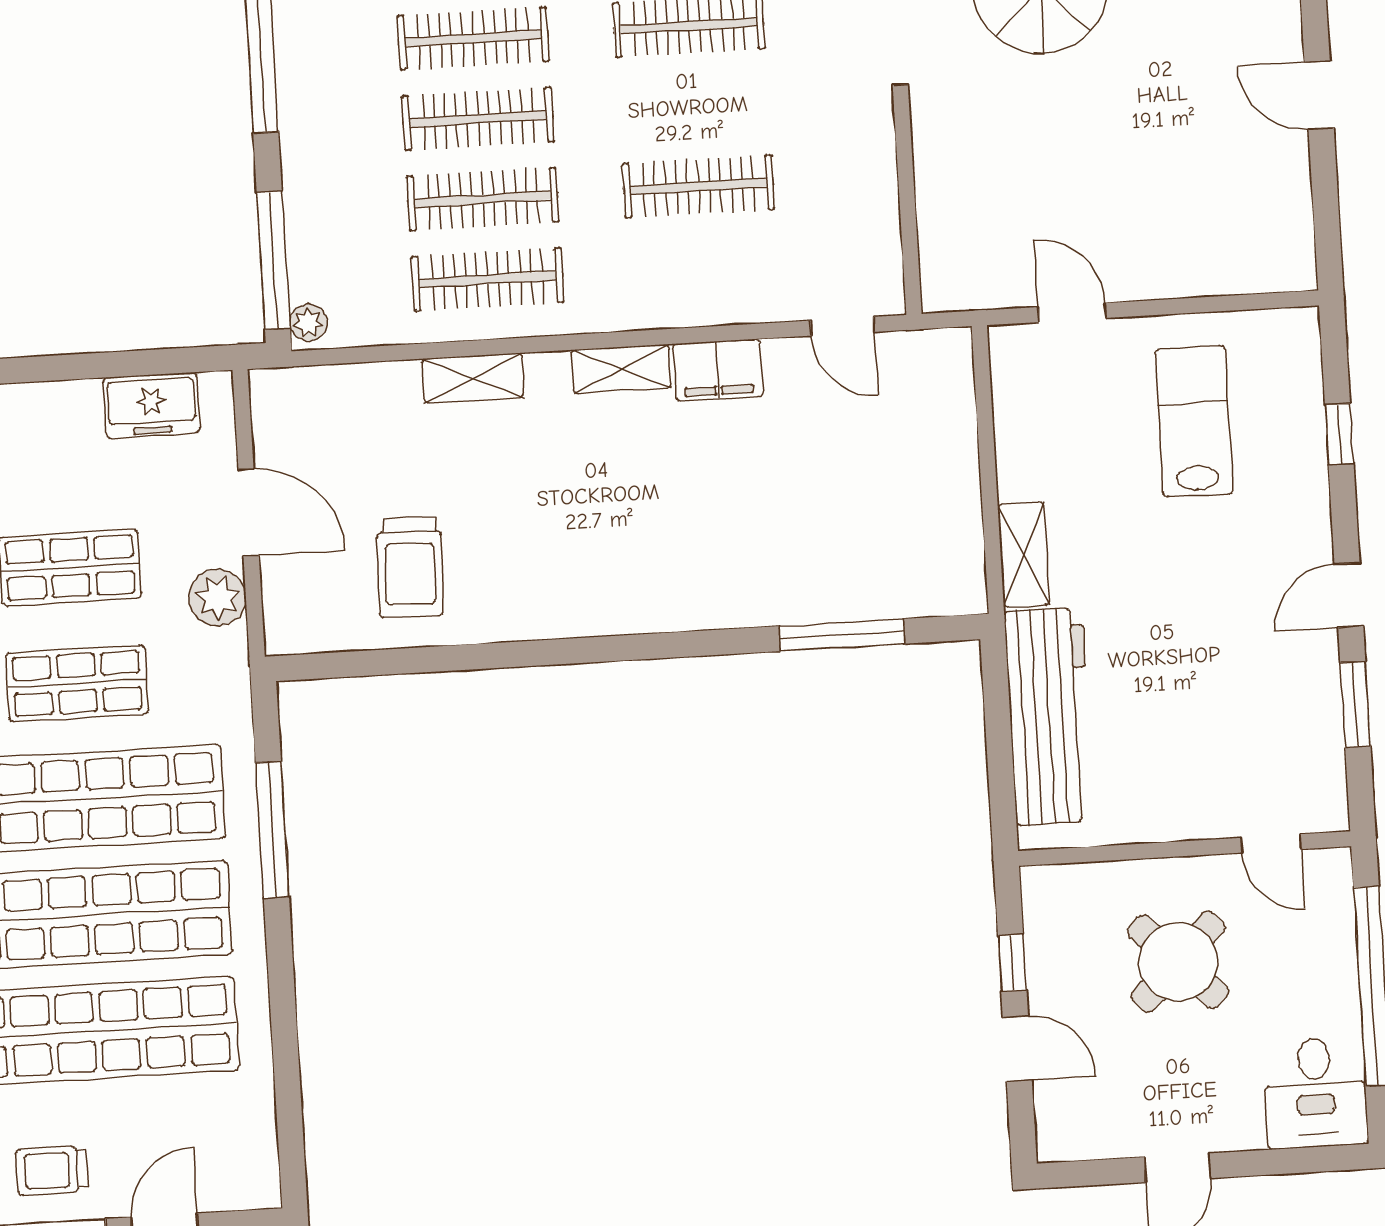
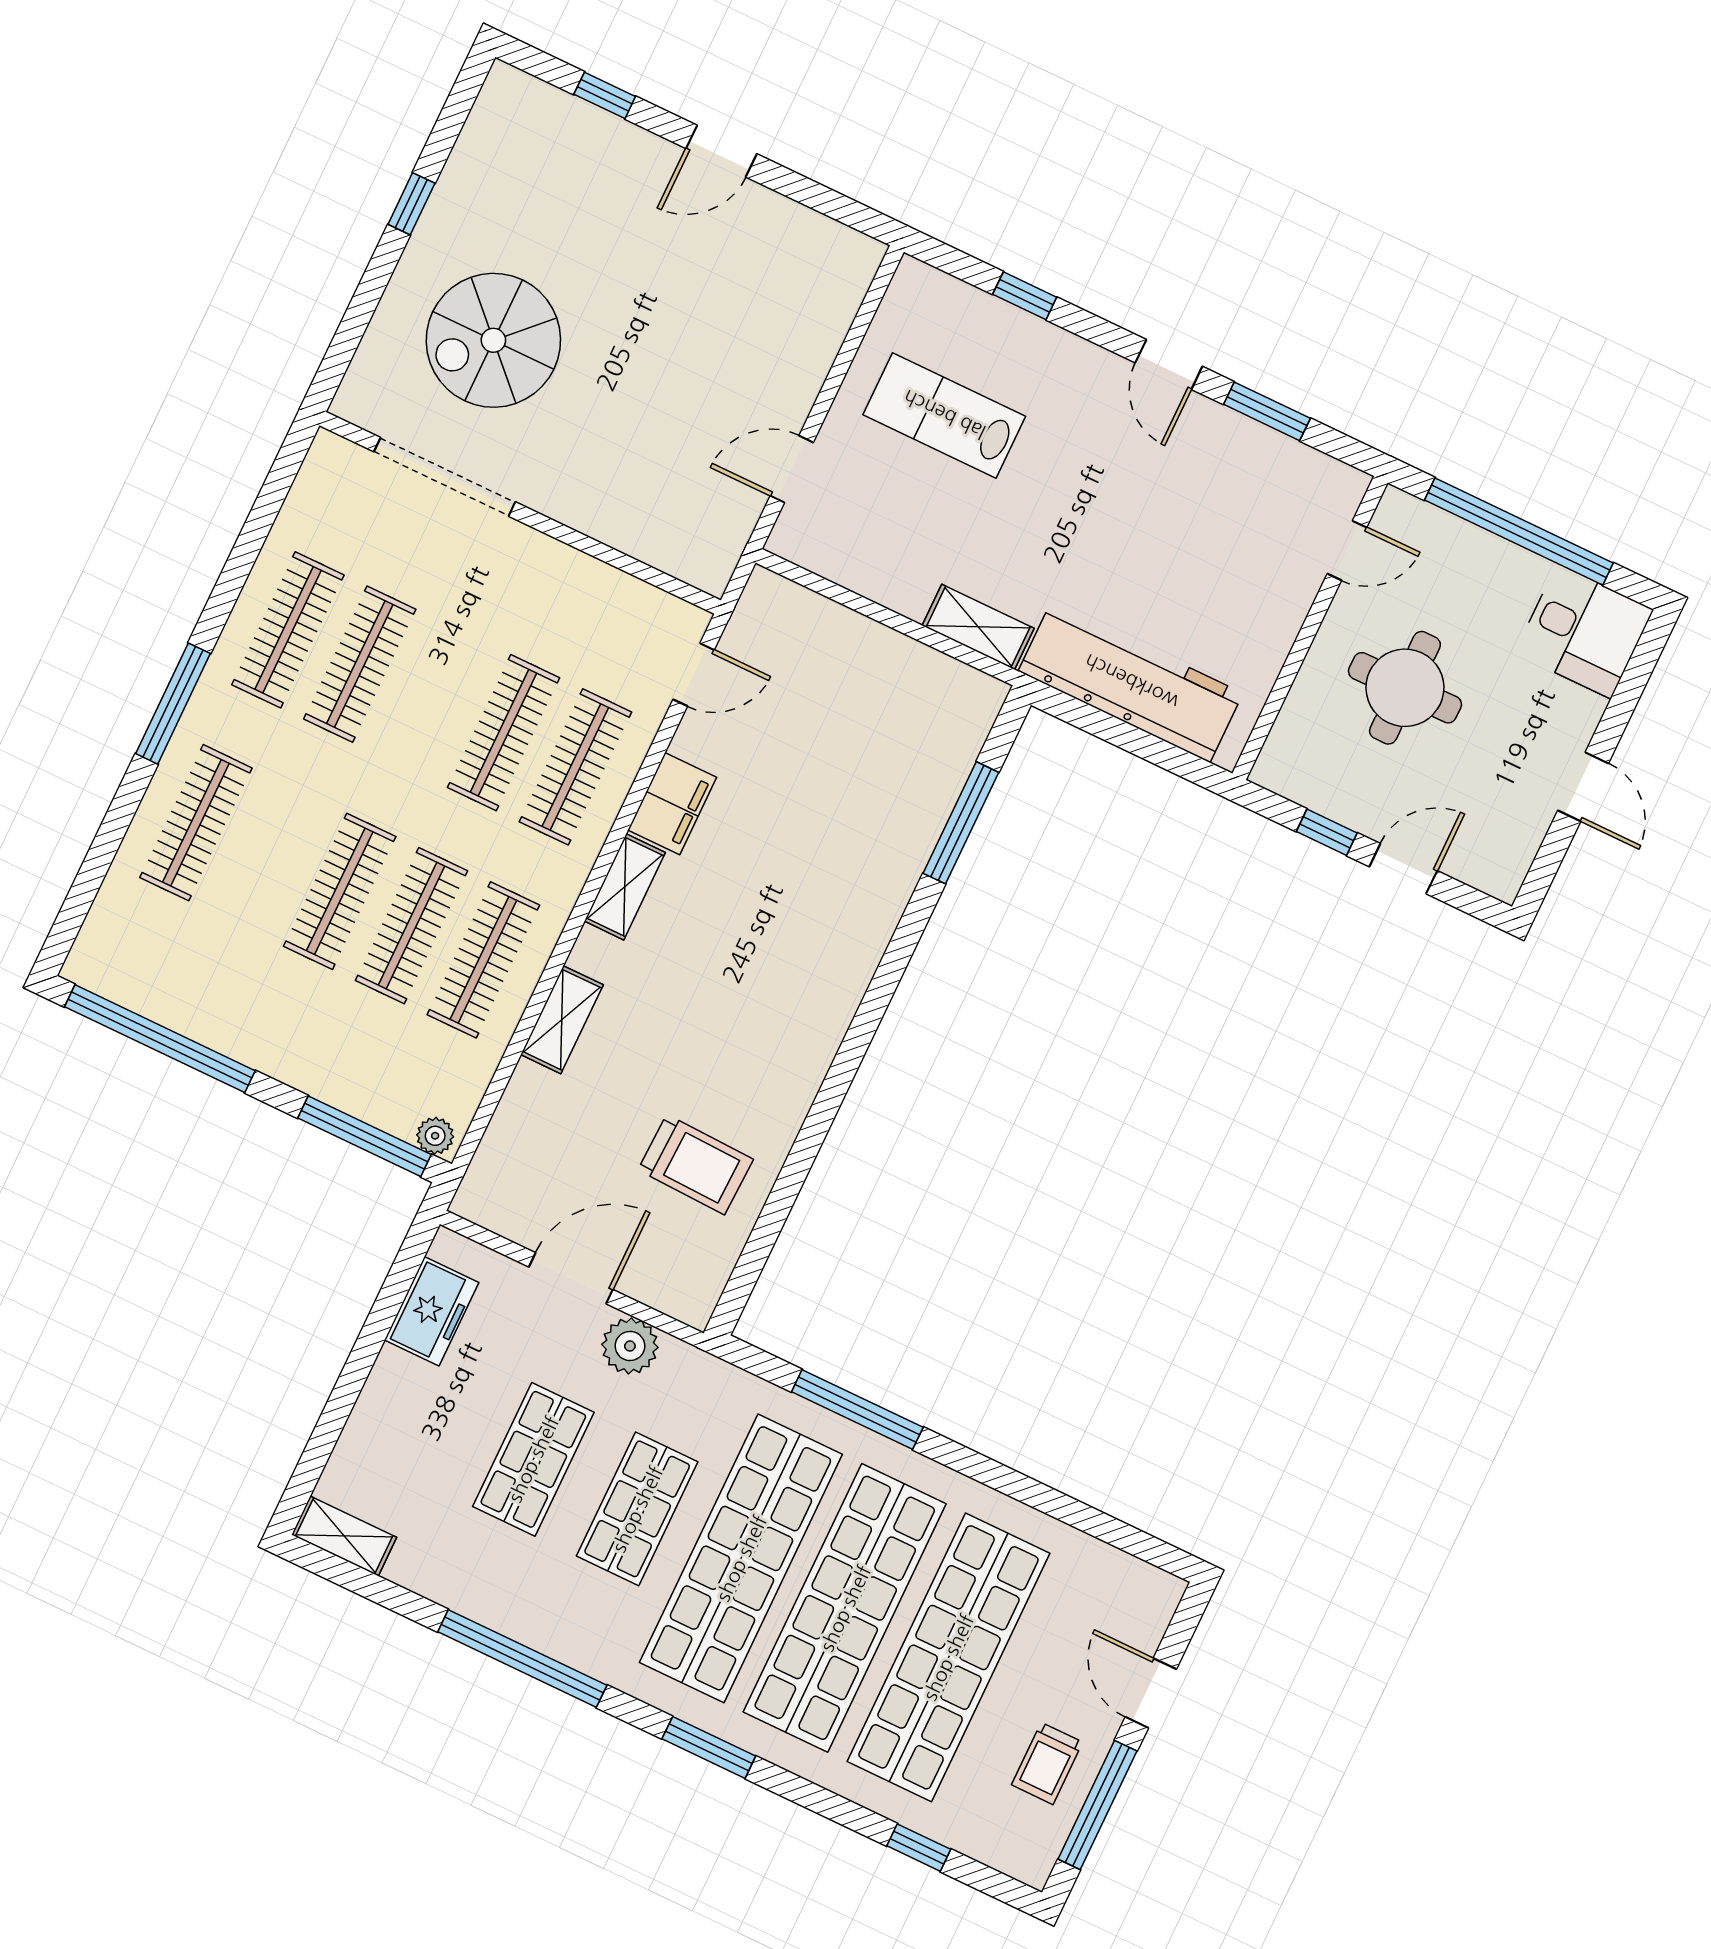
clothes rail: (473, 39) -> (575, 767), moved
round table: (1178, 962) -> (1405, 688), turned 45

